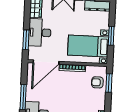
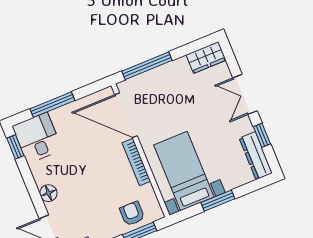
desk: (40, 33) -> (169, 83), removed
window: (26, 40) -> (147, 66), width x1.44

